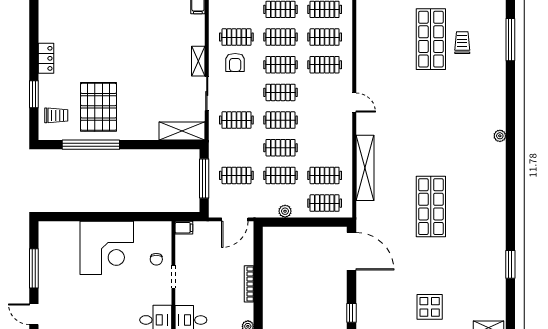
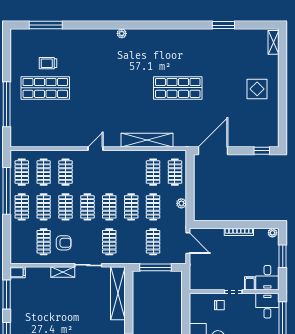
shelving: (182, 131) -> (118, 293), width x1.47
filing cabinet: (184, 228) -> (250, 283), moved

